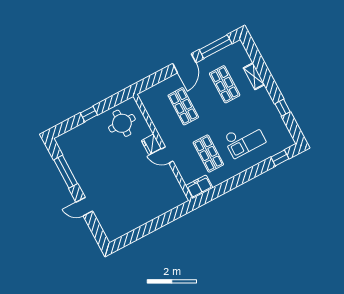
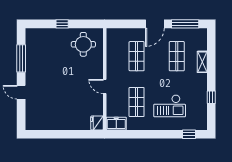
fridge: (151, 144) -> (97, 123), moved

